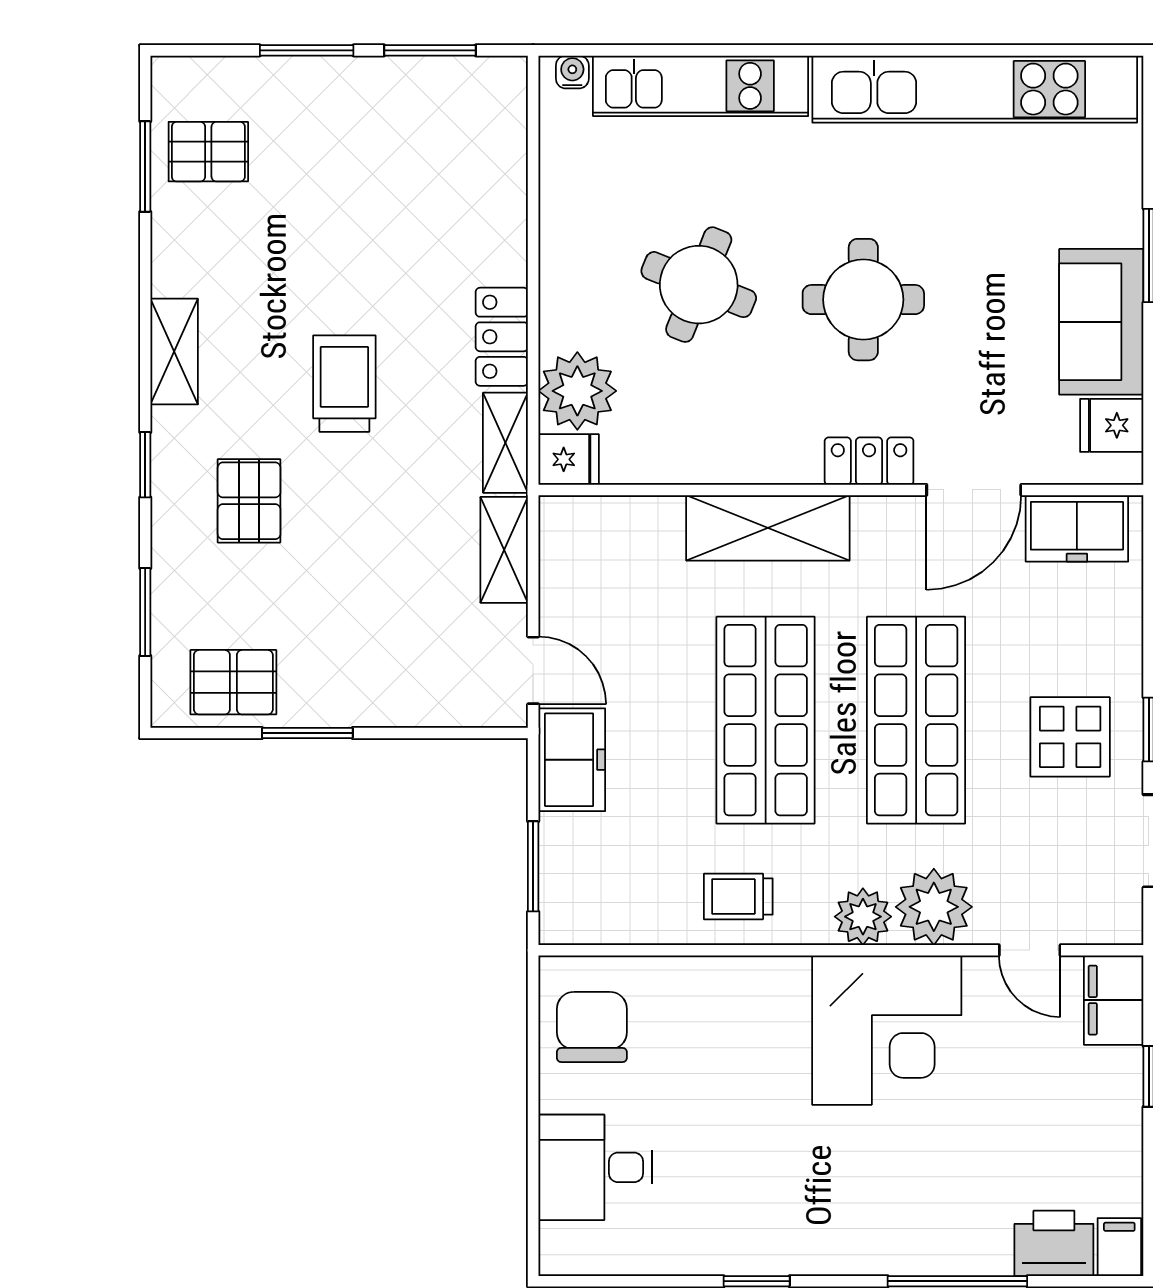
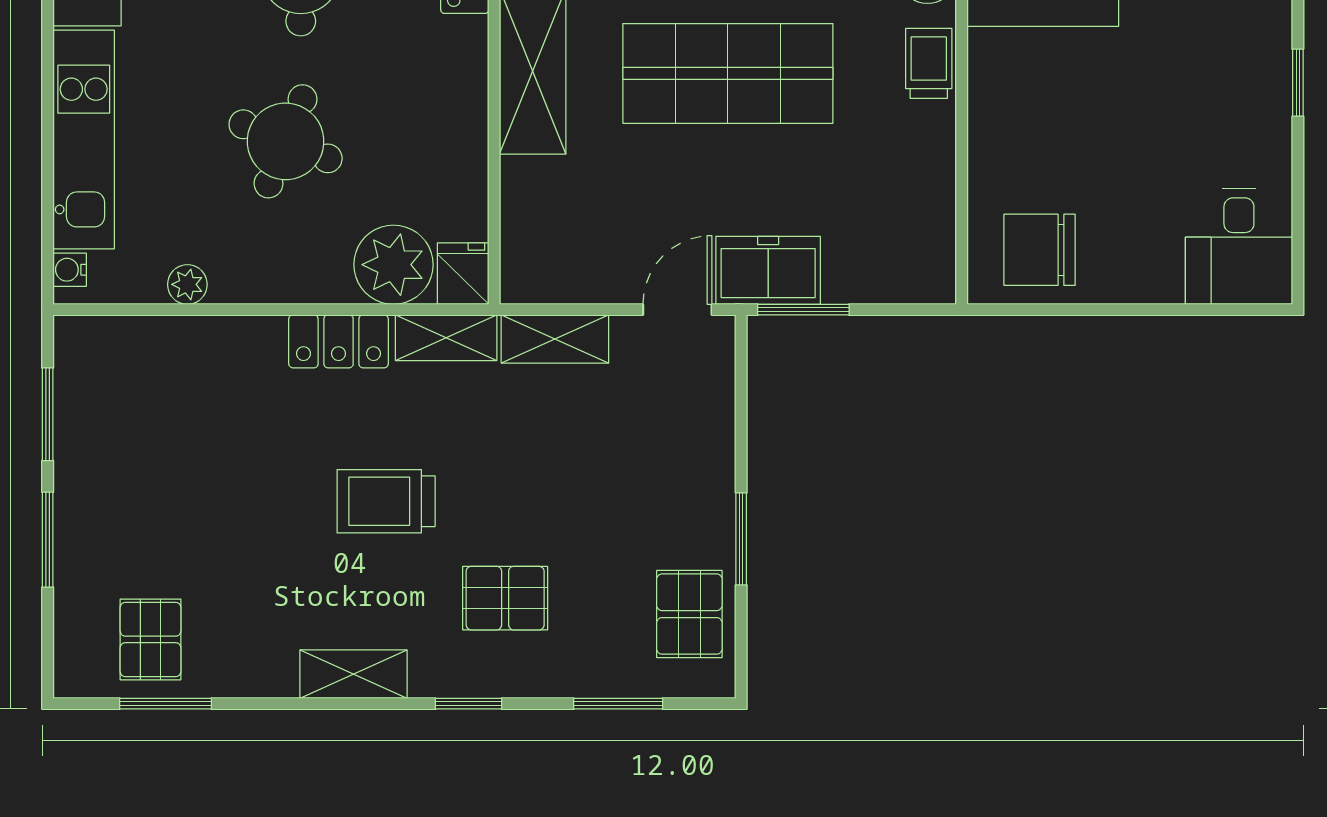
plant: (558, 188) -> (187, 284), added
window: (533, 866) -> (803, 310), moved
trolley: (738, 896) -> (929, 63), moved, turned 180
desk: (595, 1167) -> (1239, 246), moved

